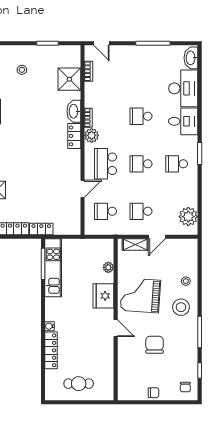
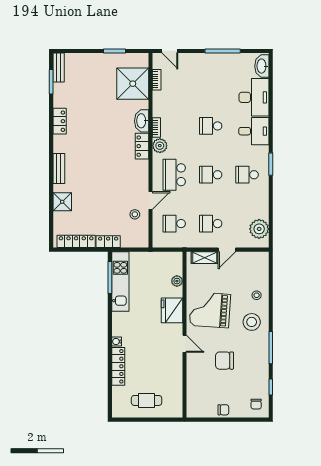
stool: (22, 70) -> (135, 214), moved
shower: (69, 79) -> (133, 84), width x1.37, depth x1.37
chair: (155, 345) -> (224, 361), turned -90

